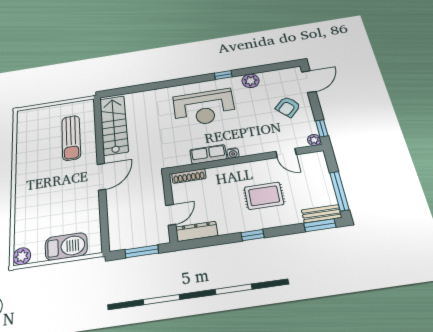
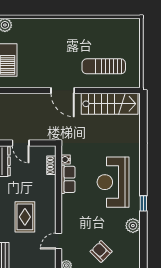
water cooler: (233, 153) -> (66, 159), moved
shoe rack: (189, 176) -> (51, 165), width x0.70

